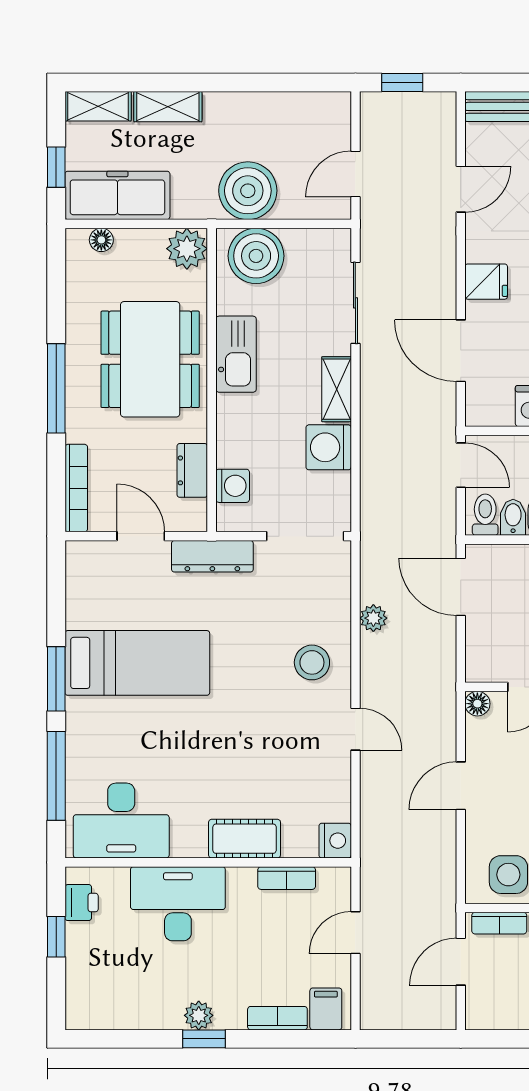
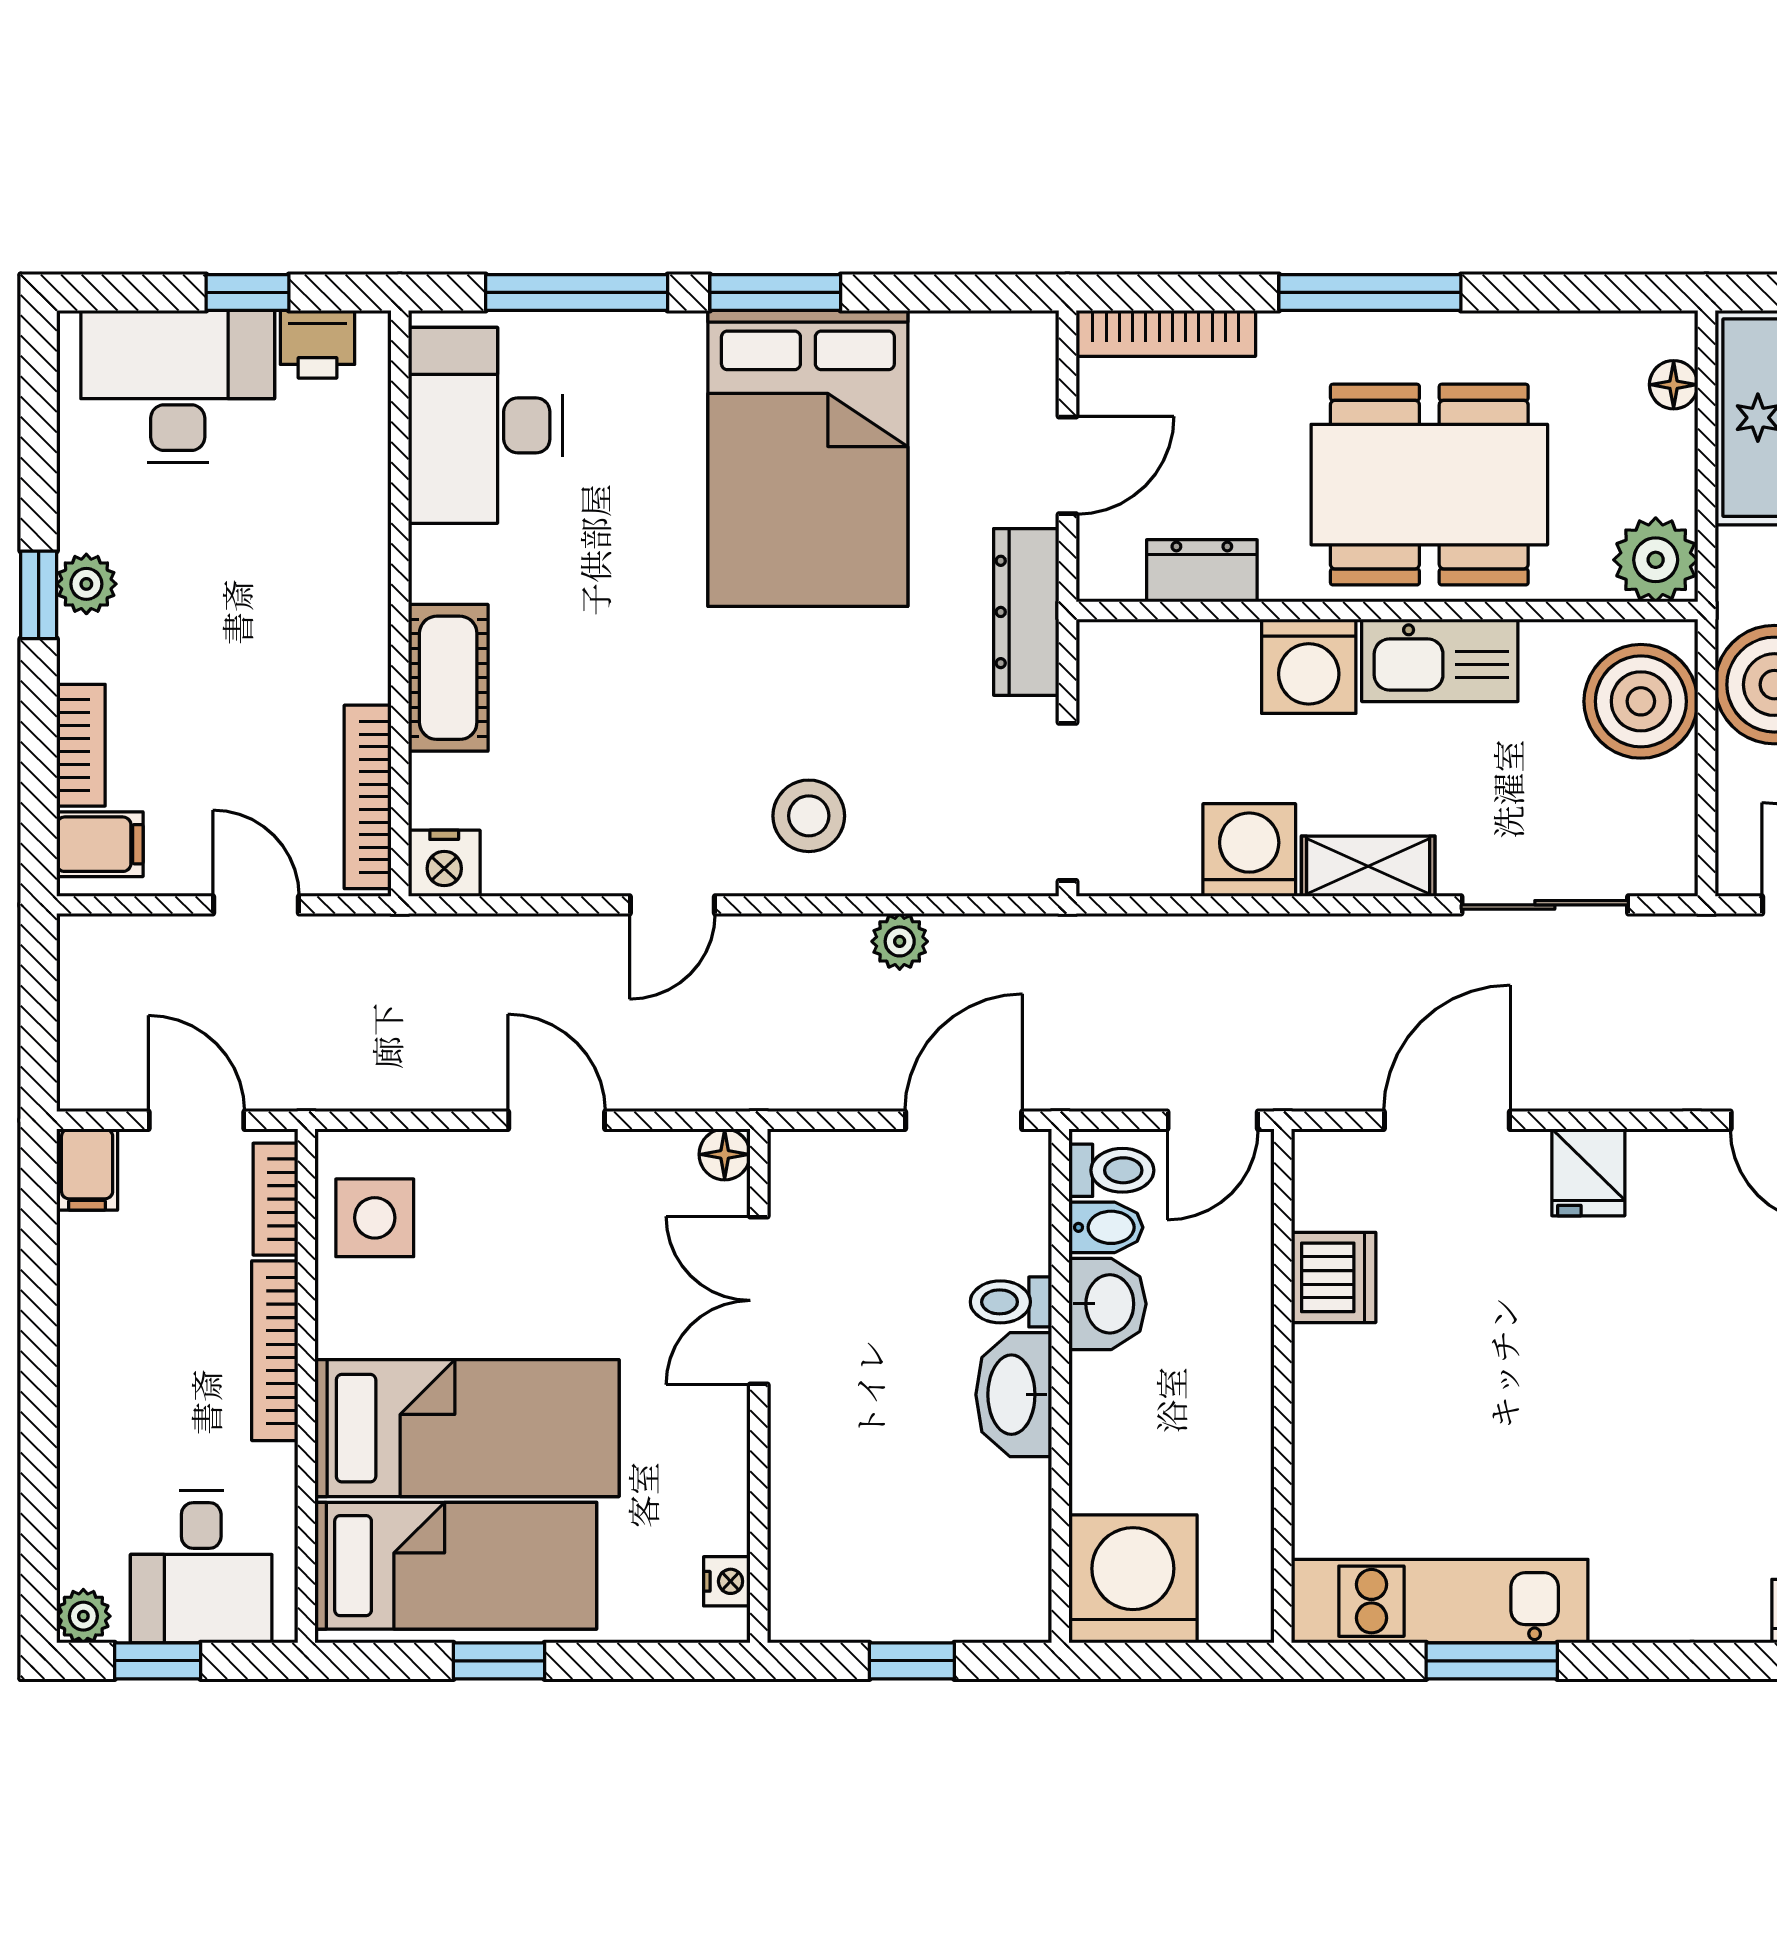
washing machine: (233, 486) -> (1309, 666), moved, width x1.38, depth x1.38
bed: (137, 663) -> (808, 458), width x1.50
bookcase: (287, 878) -> (368, 797), width x1.56
desk: (178, 904) -> (178, 387), moved, turned -90
filing cabinet: (485, 1015) -> (87, 1170), added

